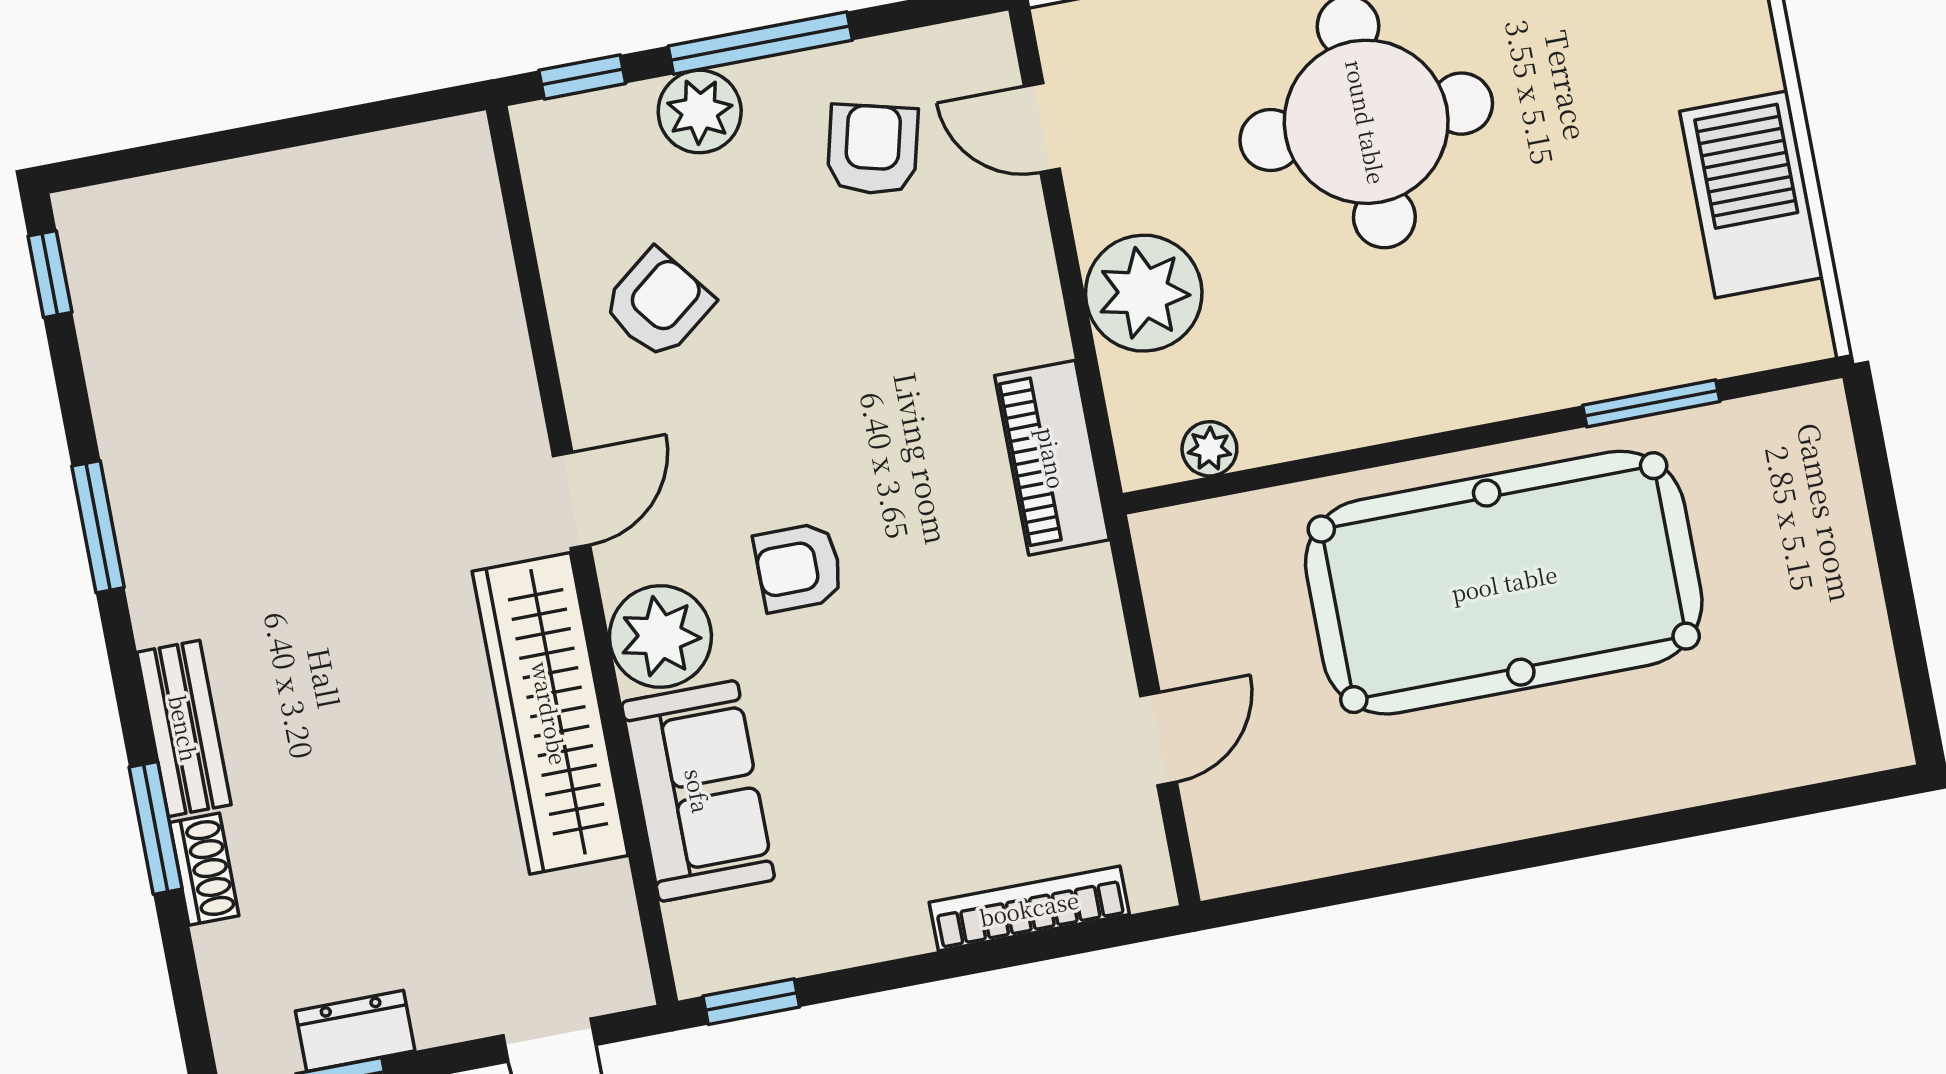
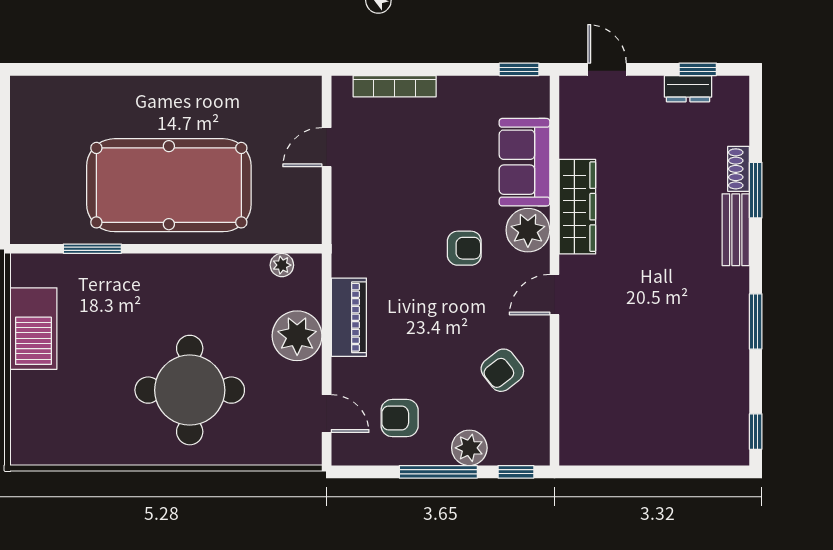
armchair: (873, 150) -> (400, 418), turned 76
piano: (1052, 458) -> (349, 317), moved
wardrobe: (550, 713) -> (577, 207), width x0.71, depth x0.85

